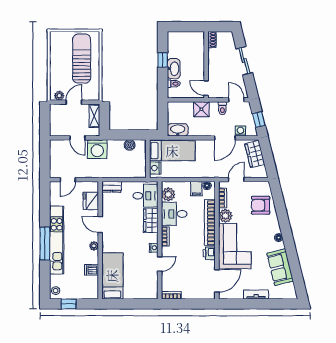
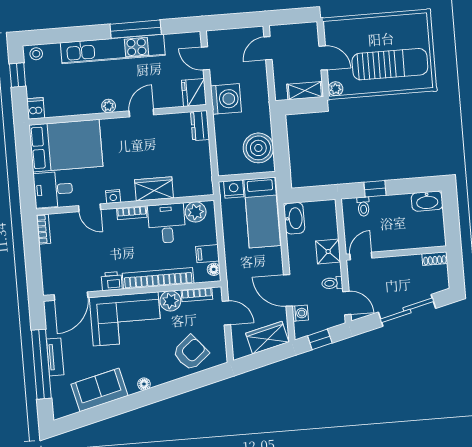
window: (163, 60) -> (375, 189), moved
sliding door: (244, 61) -> (407, 310), width x1.37
washbasin: (174, 69) -> (427, 201), moved
plant: (59, 96) -> (336, 89), moved
door: (236, 100) -> (347, 303), hinge flipped
door: (77, 138) -> (268, 48), moved
boiler: (130, 145) -> (258, 148), width x1.86, depth x1.86
washing machine: (97, 149) -> (226, 99), moved, turned 180
desk: (145, 196) -> (53, 189), moved, turned 90
fridge: (91, 201) -> (194, 92), moved, turned -90
armchair: (261, 205) -> (191, 353), turned 50
window: (45, 244) -> (136, 29), moved
dishwasher: (92, 270) -> (36, 108), moved
bed: (112, 276) -> (66, 146), width x1.50
door: (217, 281) -> (71, 296), hinge flipped
window: (260, 304) -> (41, 364), added

